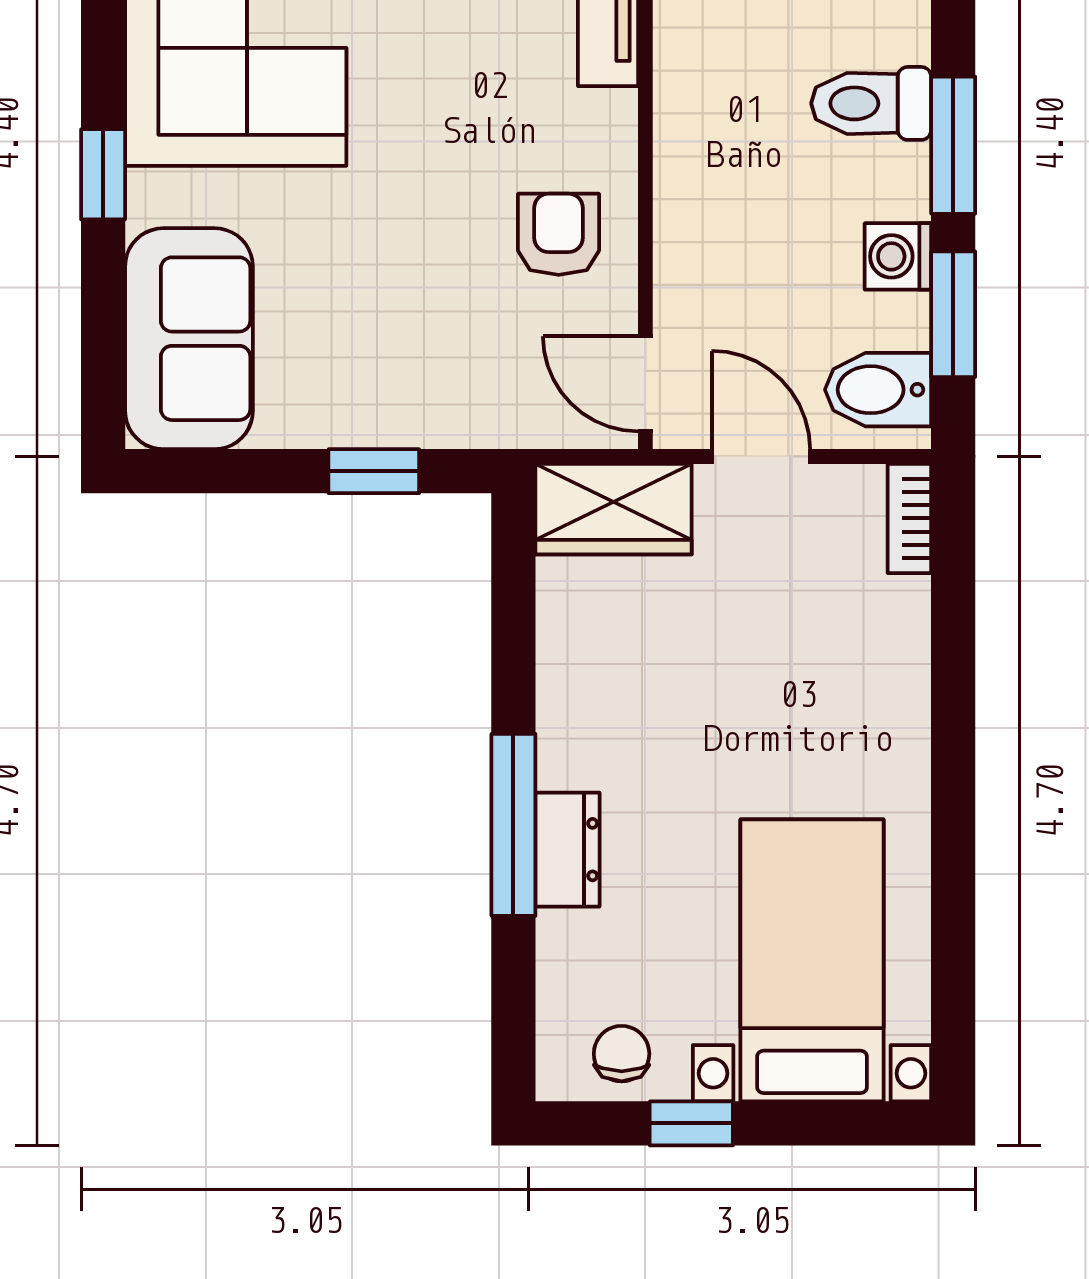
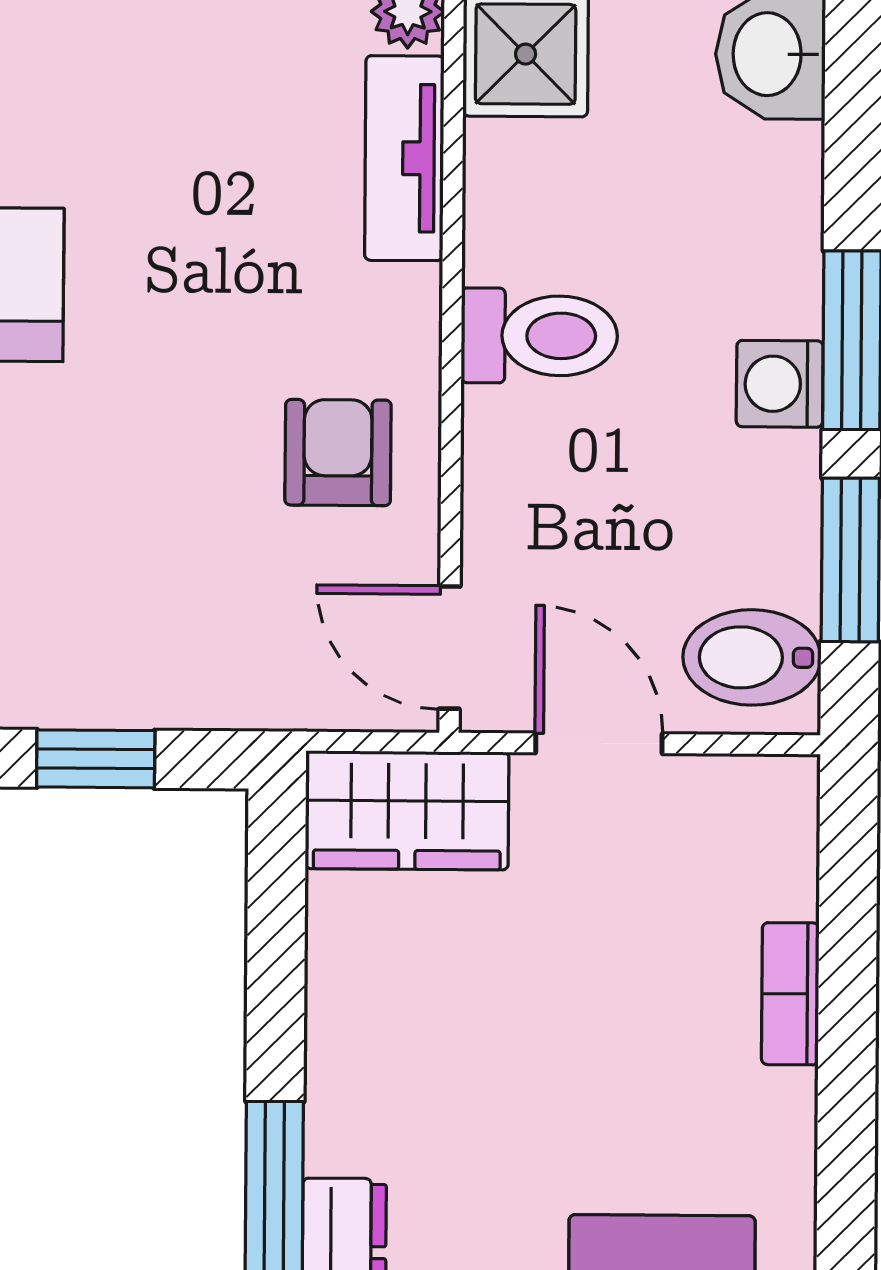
toilet: (871, 103) -> (539, 336), moved, turned 180
washing machine: (898, 256) -> (780, 384), moved
bookcase: (909, 518) -> (790, 994), moved

